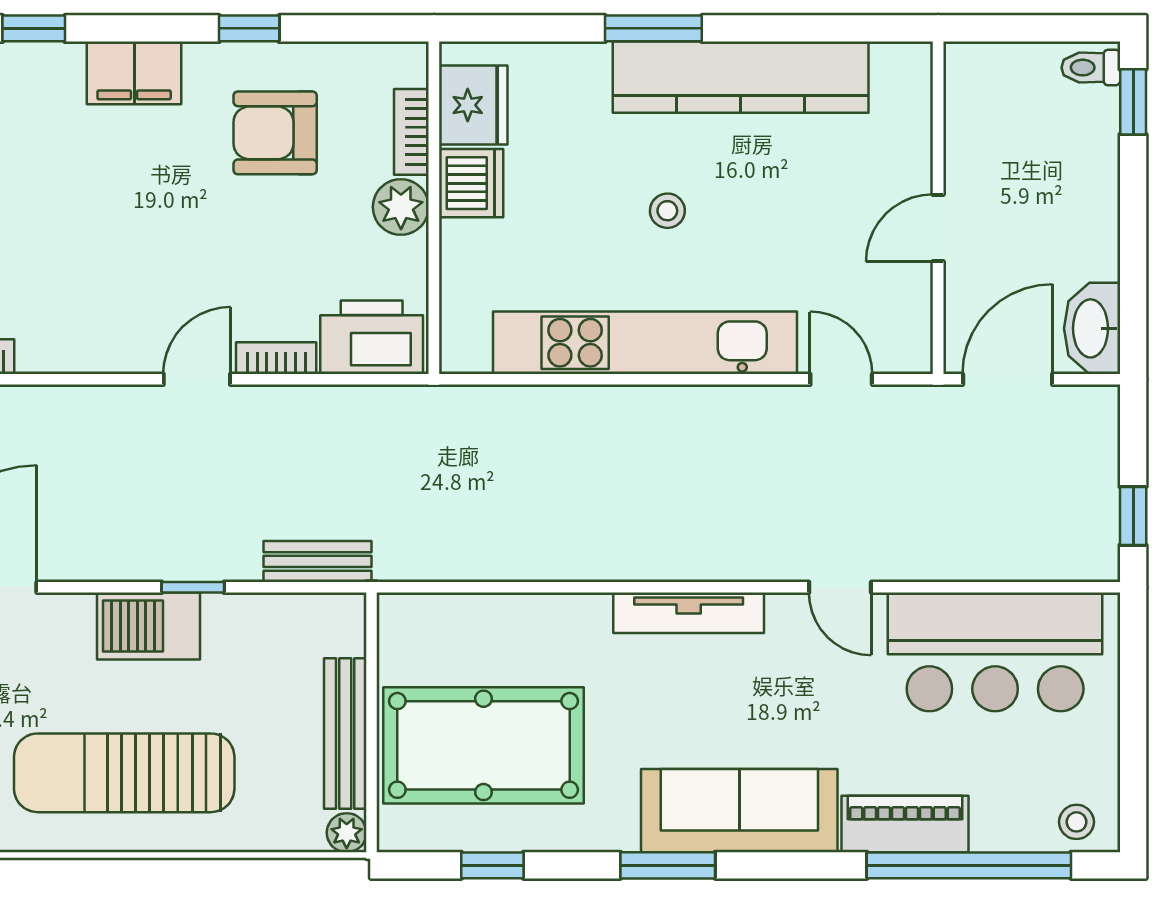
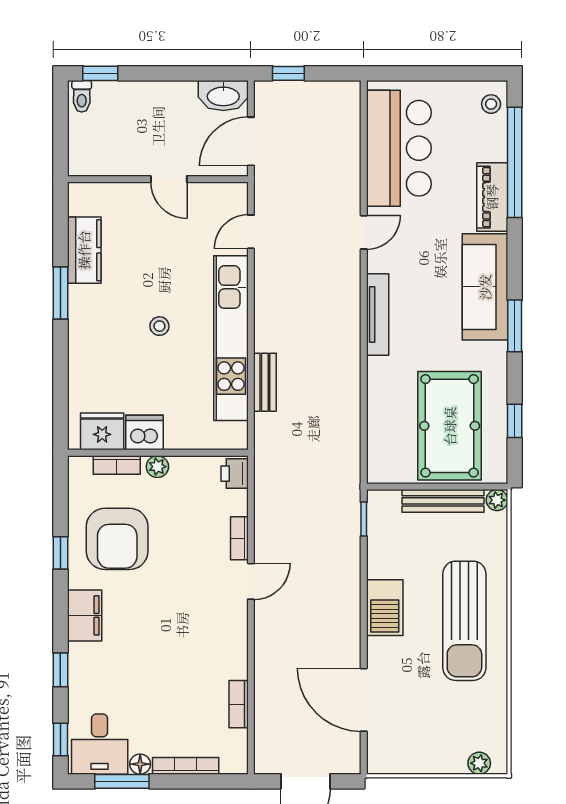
window: (653, 28) -> (60, 293), moved
kitchen counter: (741, 77) -> (84, 250), width x0.48, depth x0.86
armchair: (275, 133) -> (117, 539), width x1.36, depth x1.36
plant: (401, 207) -> (157, 467), width x0.73, depth x0.73
printer: (372, 337) -> (235, 474), width x0.53, depth x0.68
door: (197, 379) -> (251, 581), swing flipped
door: (1008, 379) -> (251, 141), hinge flipped
window: (1133, 516) -> (288, 73), moved
bench: (318, 561) -> (265, 382), moved
window: (193, 587) -> (364, 519), moved

